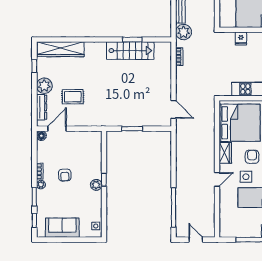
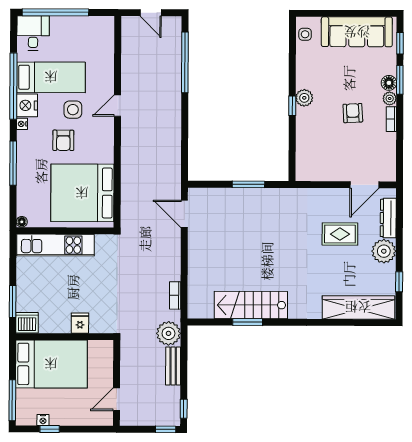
floor lamp: (41, 136) -> (389, 83), moved
wardrobe: (225, 153) -> (105, 146), removed
sofa: (62, 228) -> (357, 32), width x1.36

